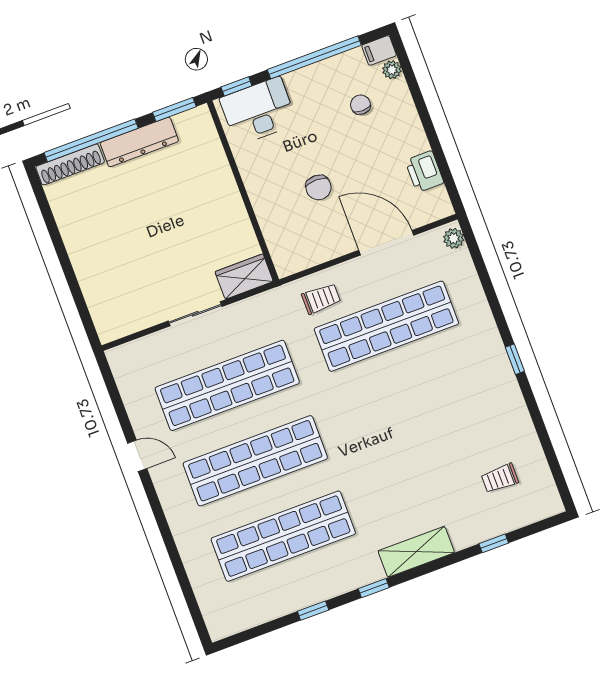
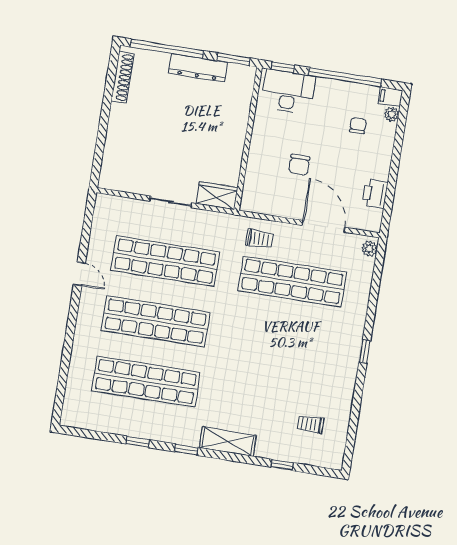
shoe rack: (70, 164) -> (123, 77), moved, turned -90

